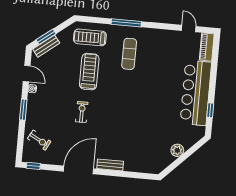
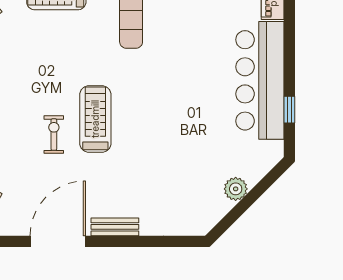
treadmill: (89, 72) -> (95, 119), moved

